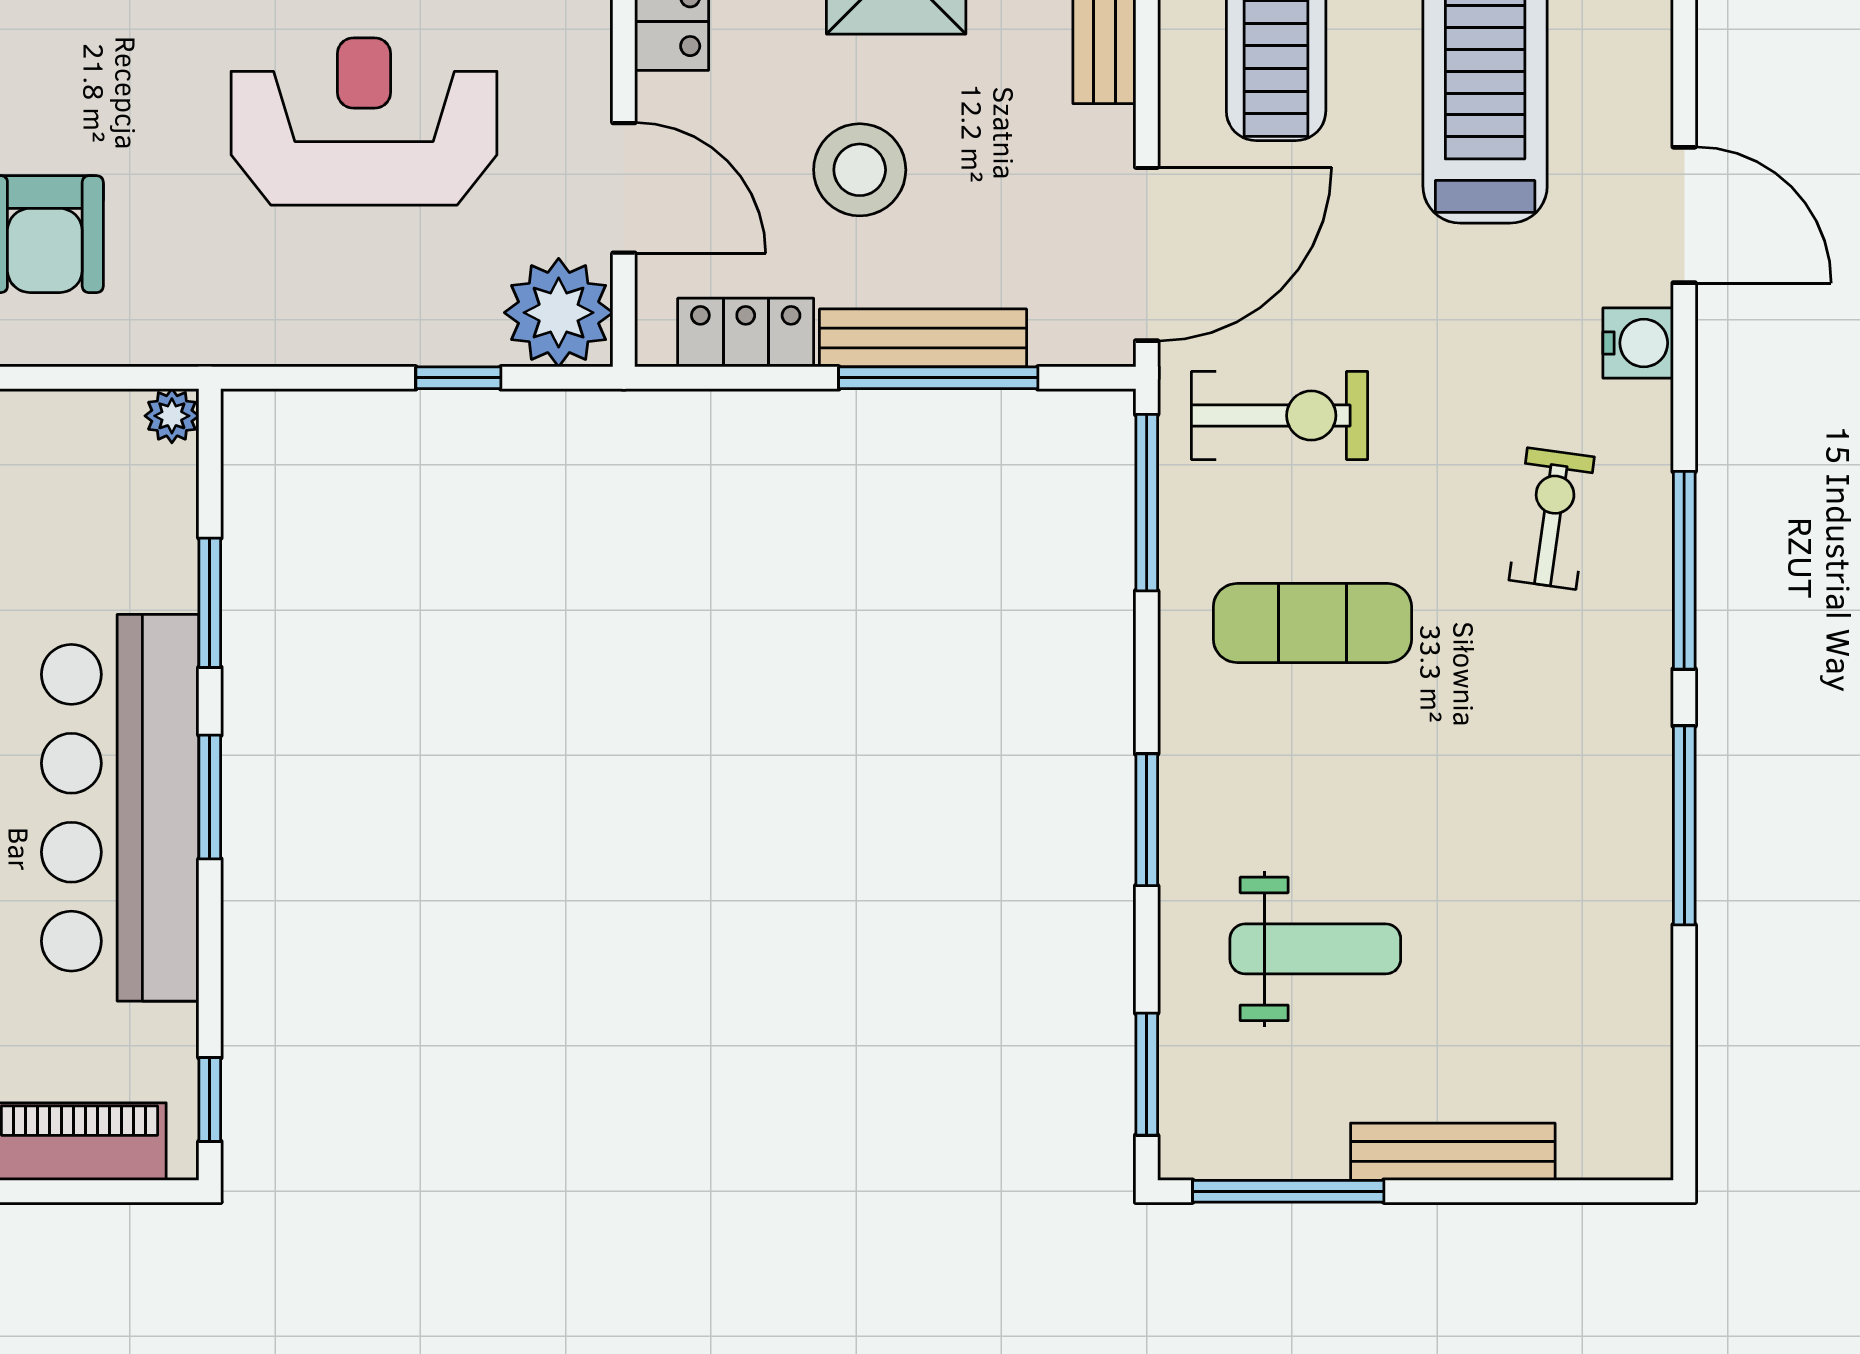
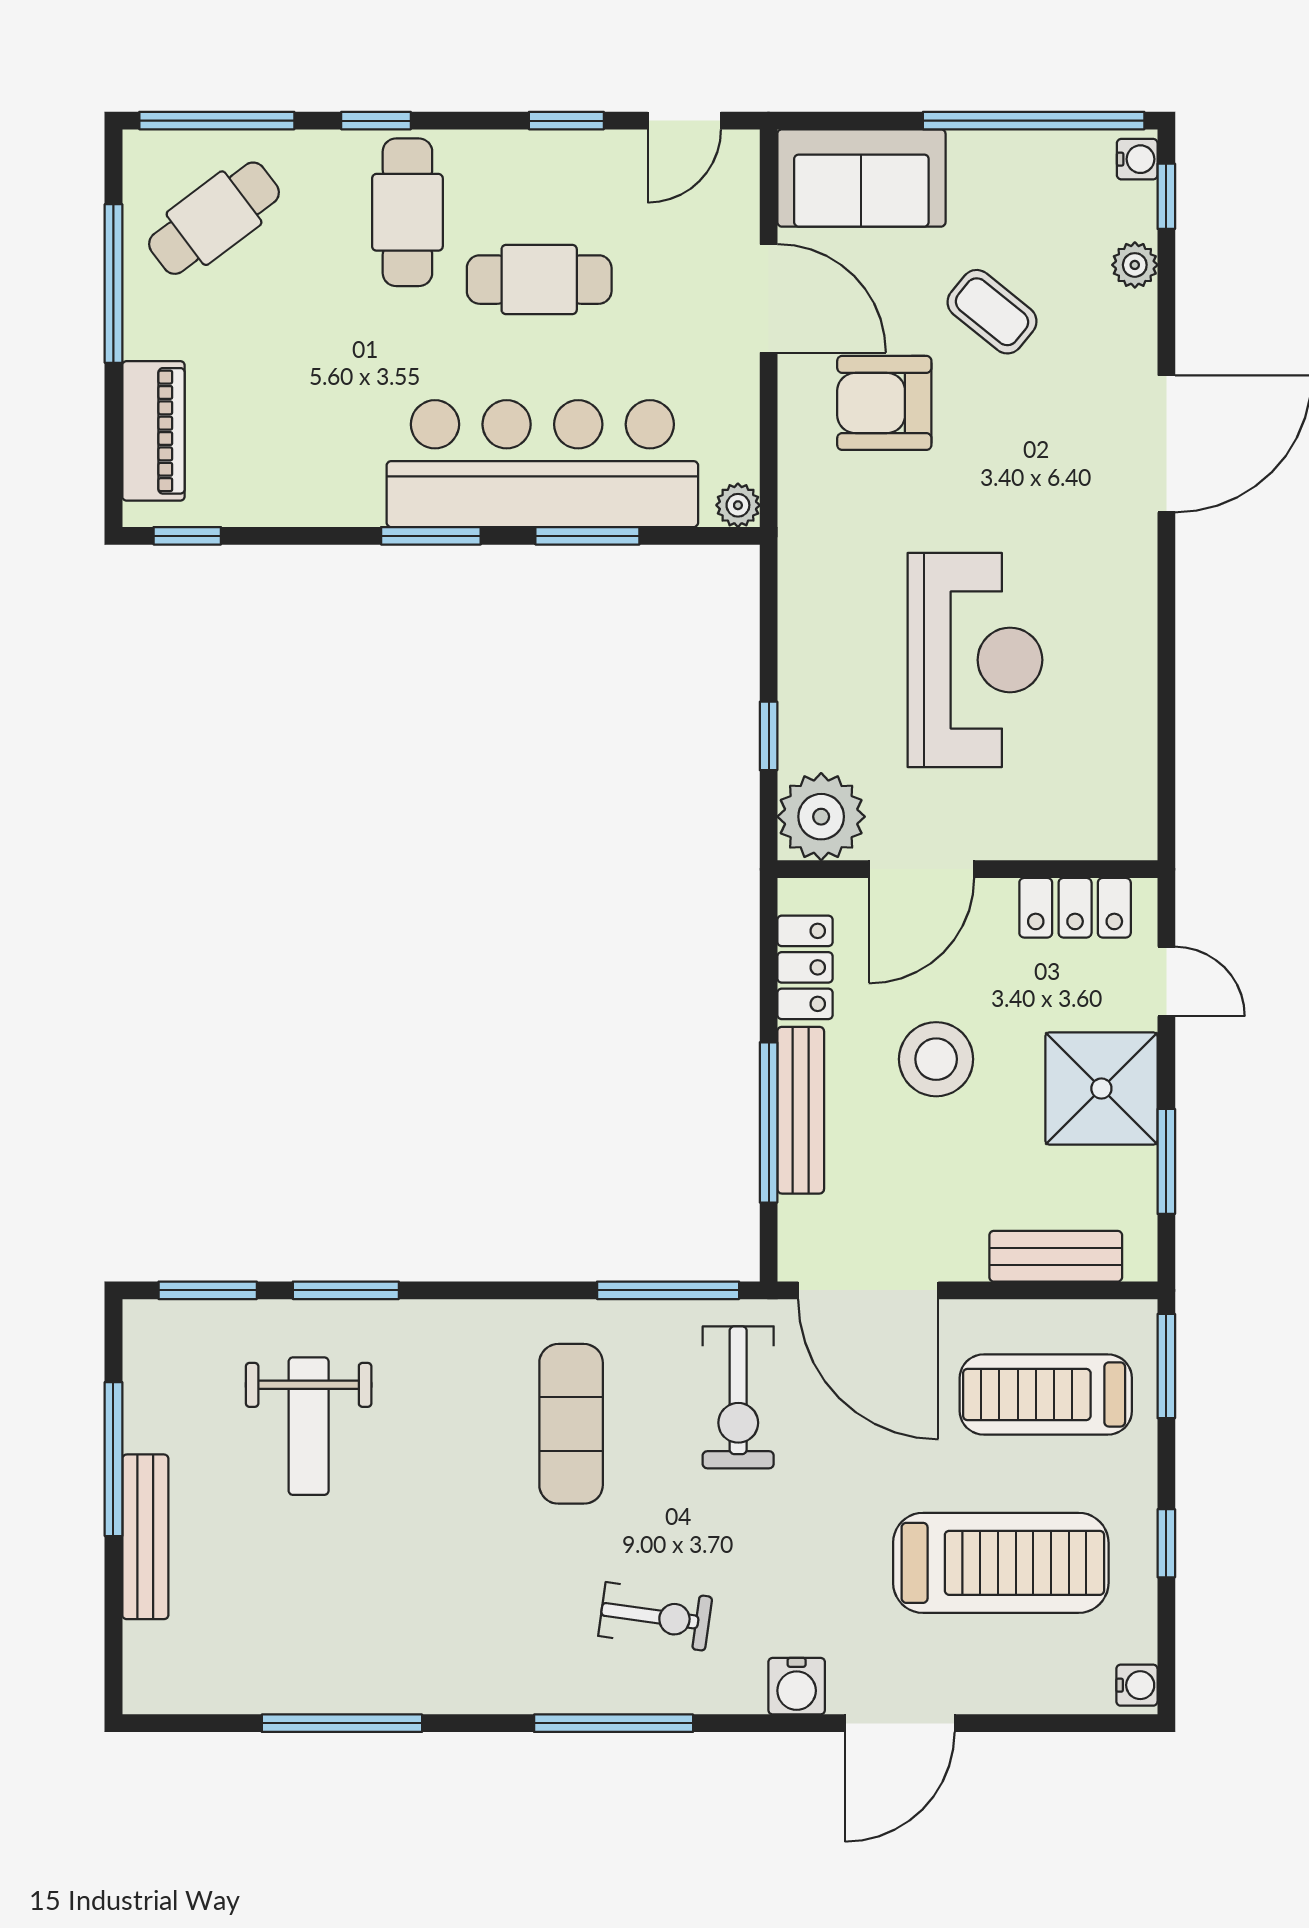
bar counter: (120, 808) -> (542, 464), moved
window: (1147, 820) -> (346, 1290), moved
window: (1684, 825) -> (342, 1723), moved
window: (1288, 1191) -> (113, 1459), moved

